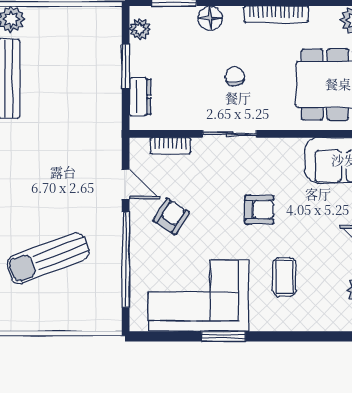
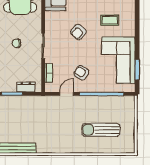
armchair: (259, 210) -> (78, 32), turned -139
sun lounger: (48, 258) -> (101, 130), turned 111
window: (223, 336) -> (137, 70), moved

